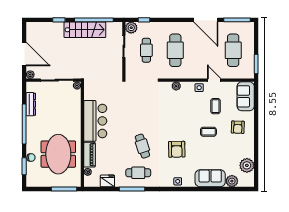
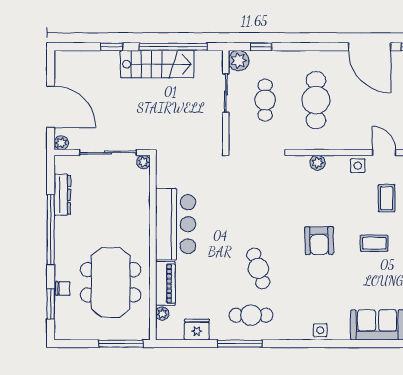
armchair: (177, 149) -> (319, 241), moved

